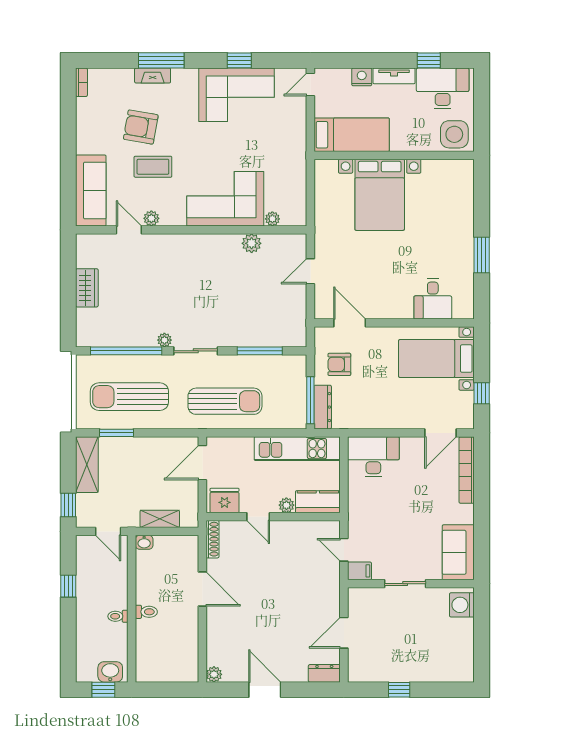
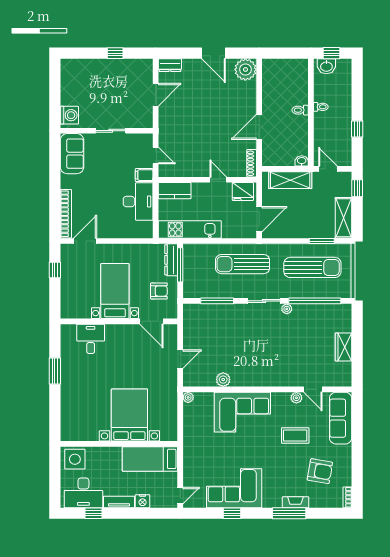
armchair: (141, 127) -> (320, 471), moved
plant: (272, 219) -> (188, 397), moved
bed with nightstands: (436, 359) -> (115, 291), moved, turned -90
desk: (373, 457) -> (138, 202), moved, turned -90
plant: (286, 505) -> (198, 188), removed
shelving: (160, 519) -> (290, 180), width x1.50, depth x1.33
filing cabinet: (359, 571) -> (144, 175), moved
door: (202, 589) -> (259, 127), hinge flipped
plant: (214, 674) -> (245, 69), width x1.87, depth x1.87

